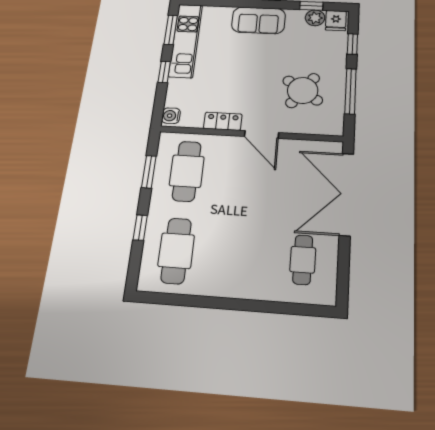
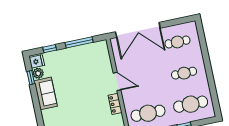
sofa: (258, 20) -> (46, 93), moved
round table: (303, 91) -> (85, 68), removed
door: (262, 135) -> (117, 81), hinge flipped
cafe table: (239, 255) -> (184, 73), added

